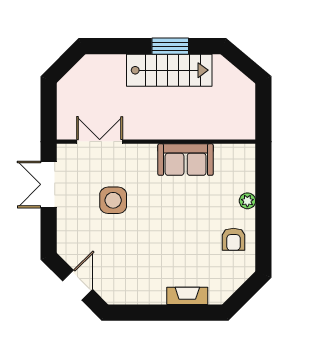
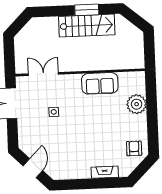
side table: (113, 200) -> (54, 112), width x0.54, depth x0.54
plant: (247, 201) -> (137, 104), width x1.87, depth x1.87
armchair: (233, 239) -> (134, 148), moved, turned 180

